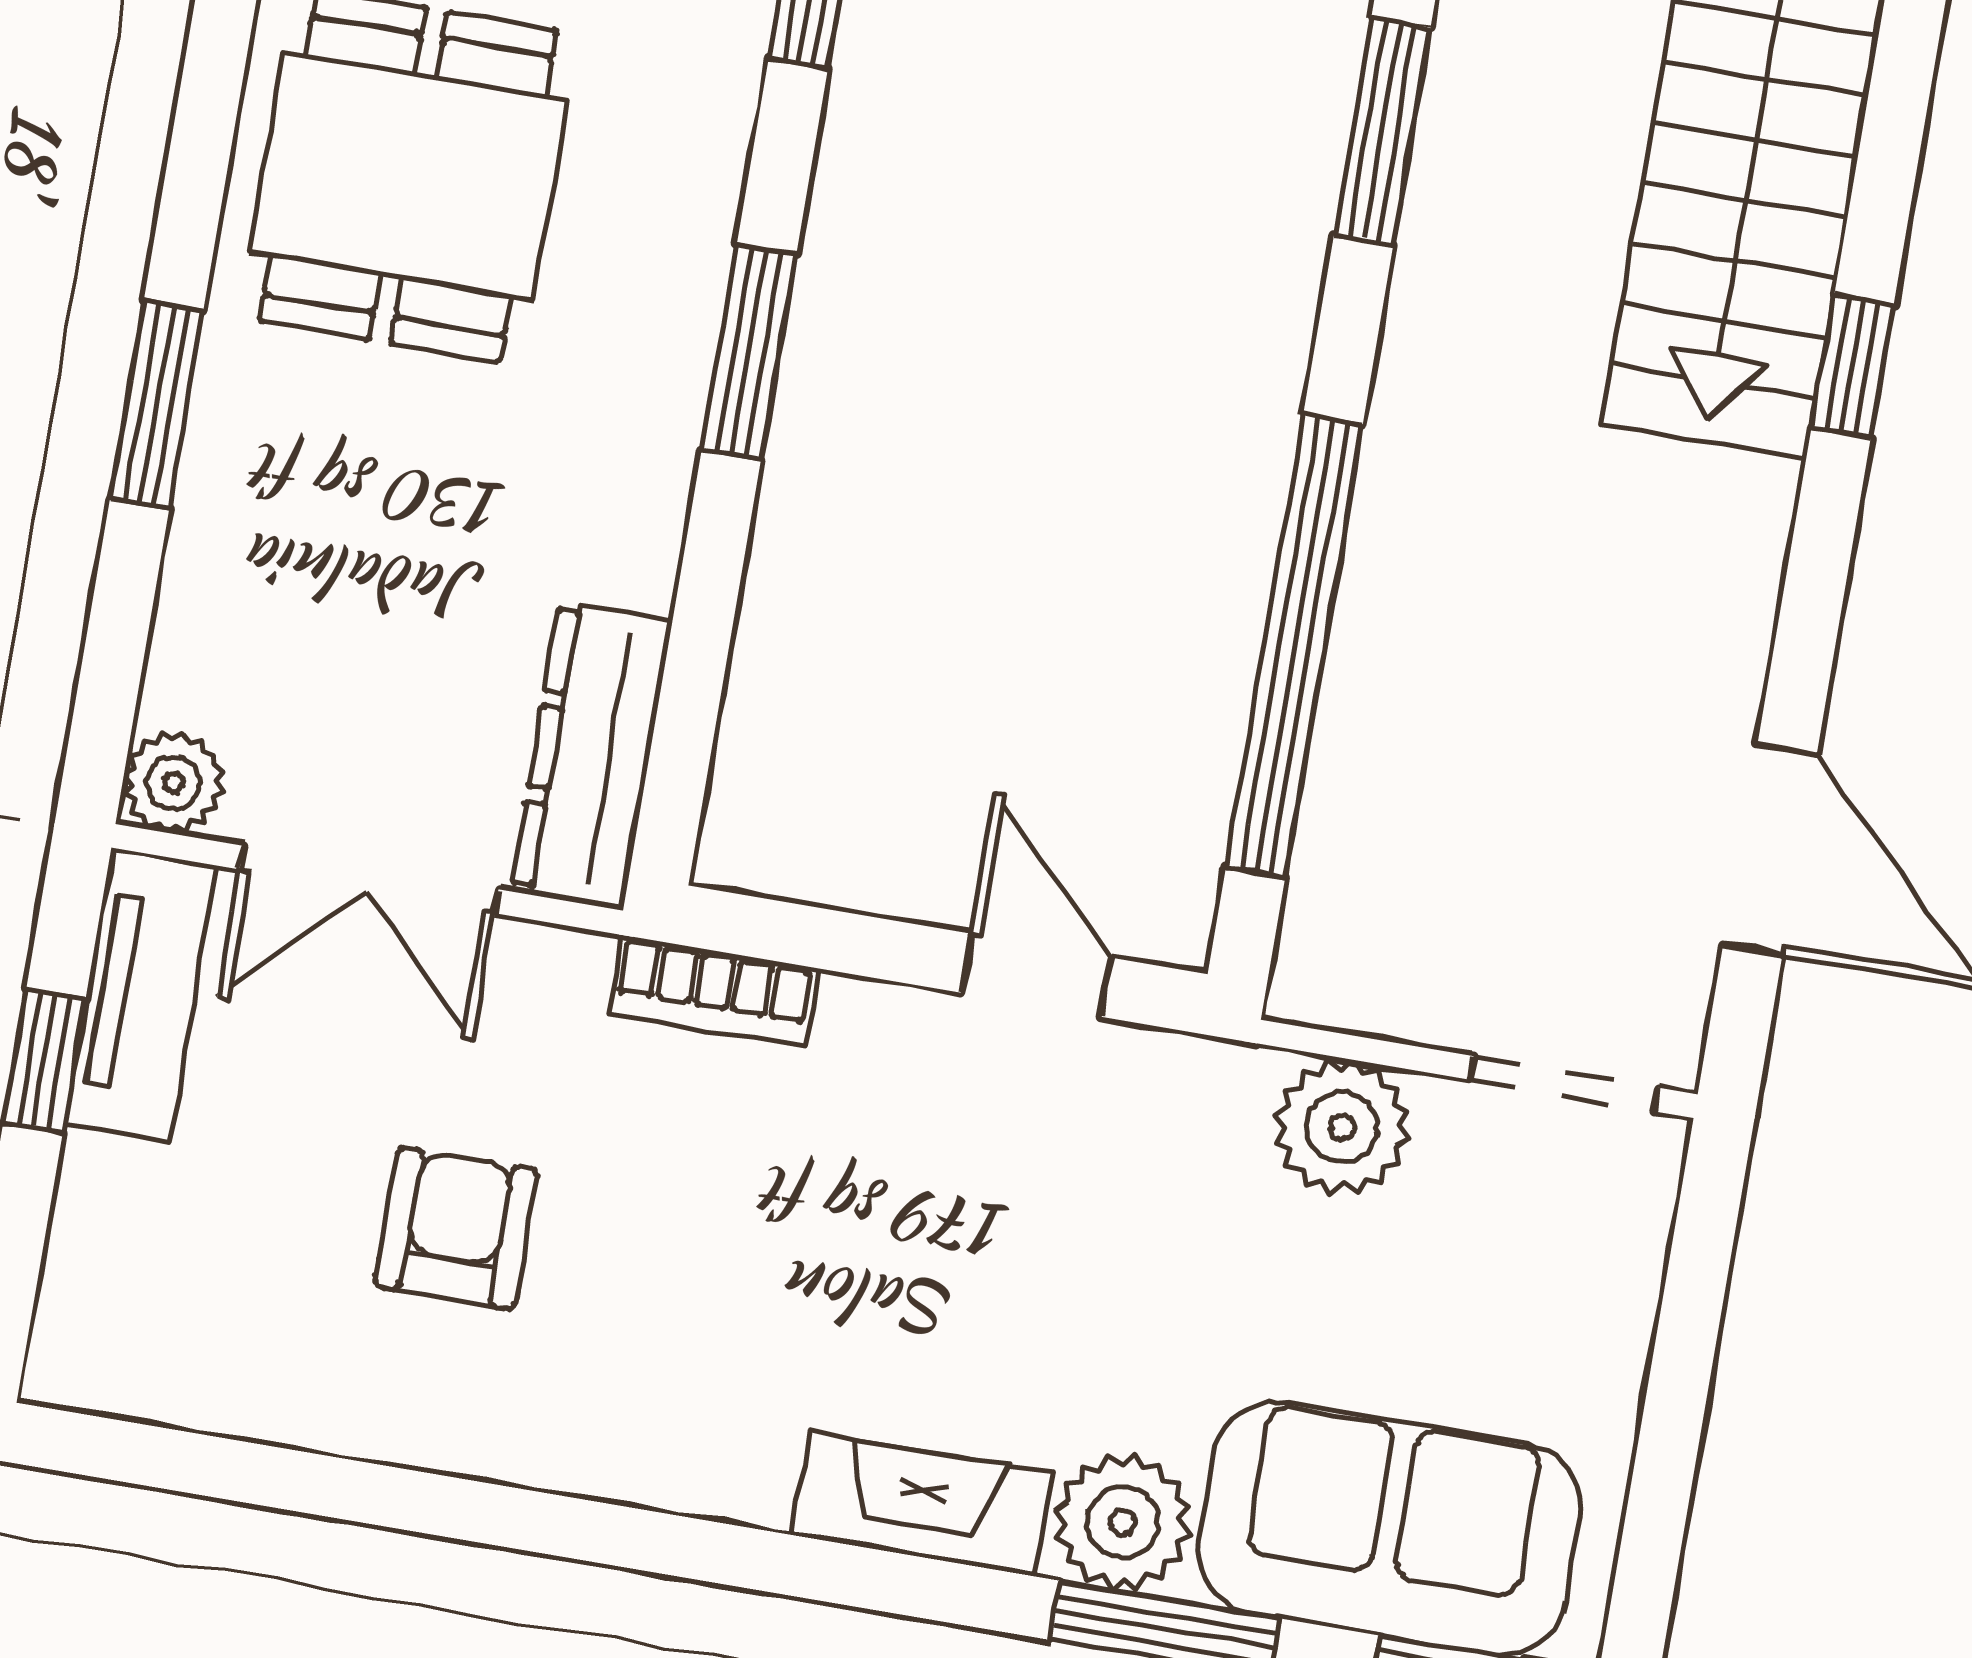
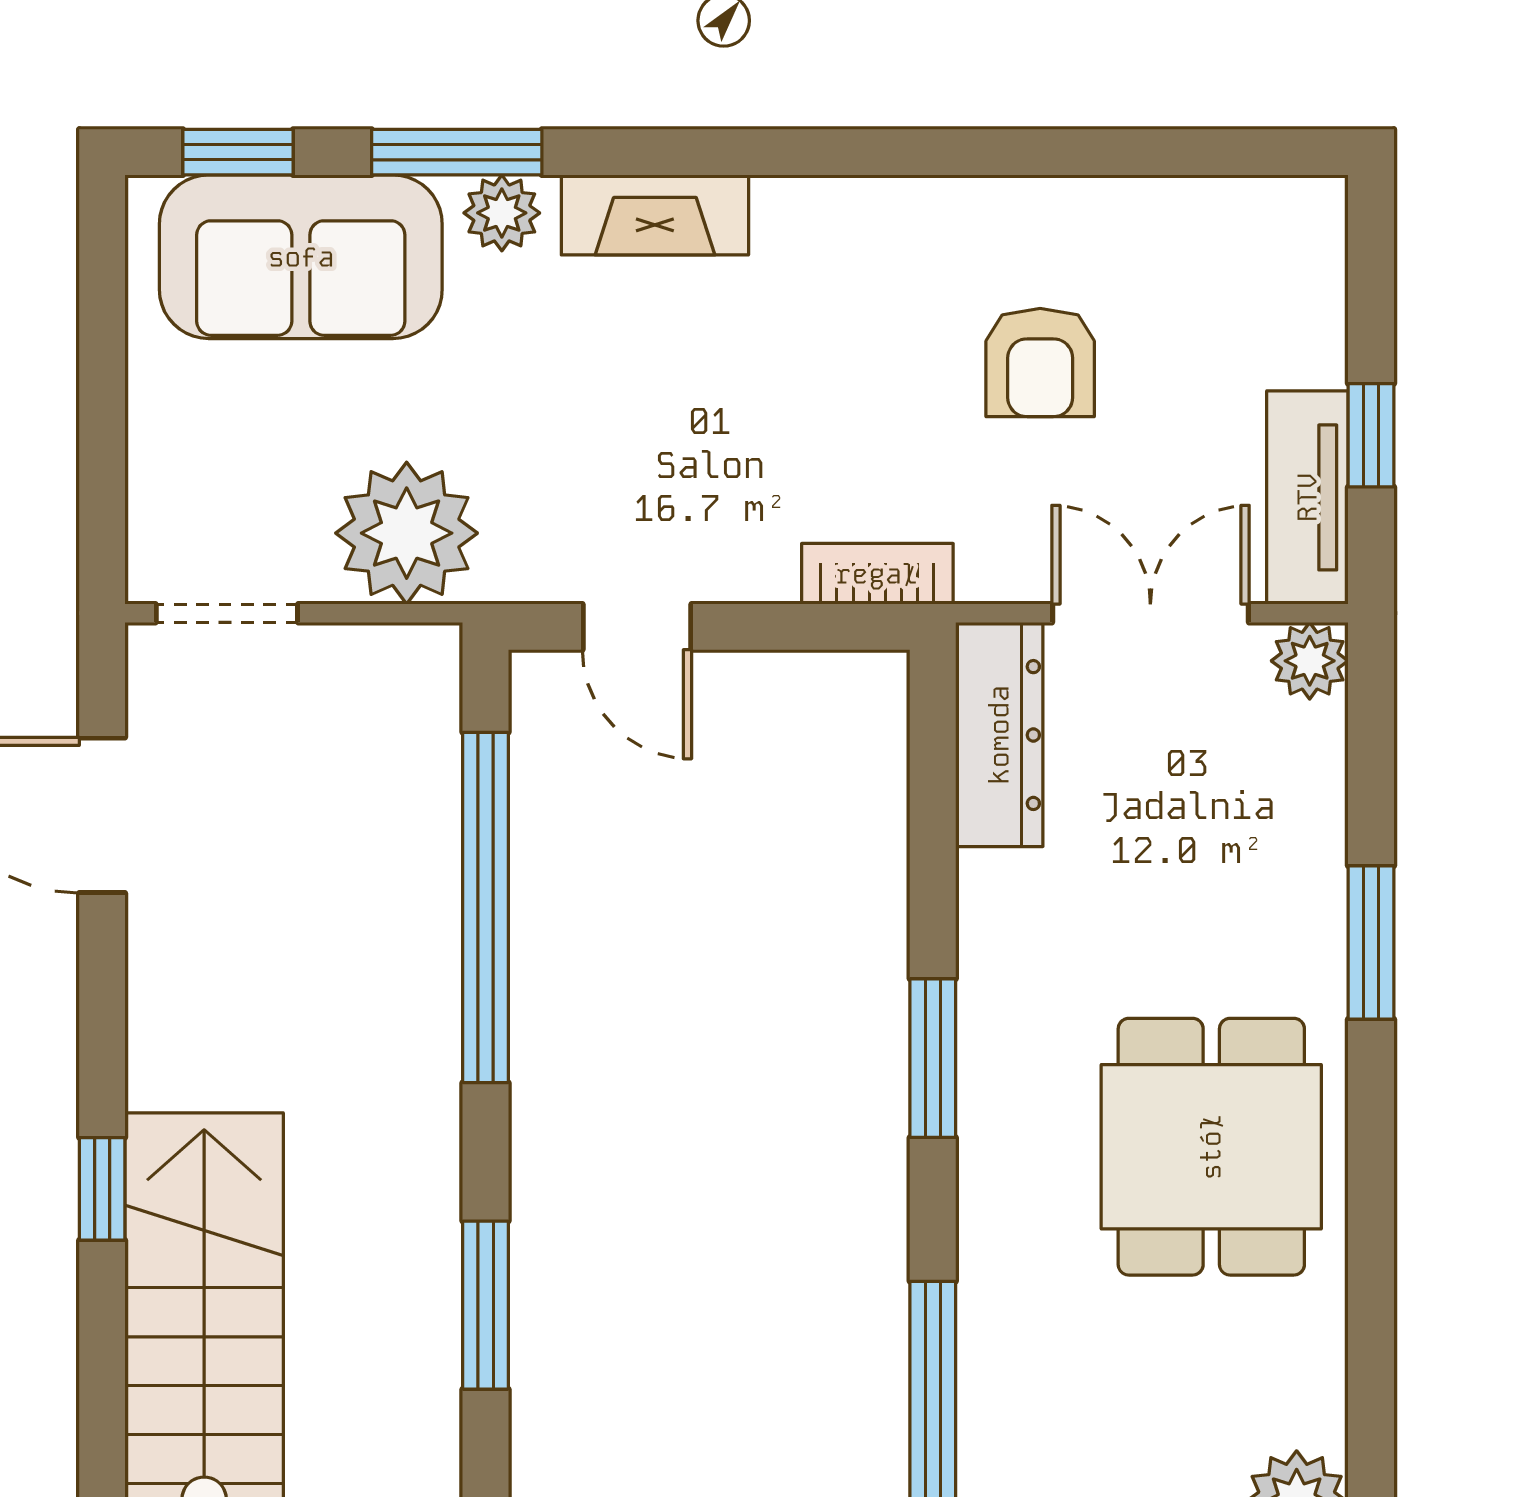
plant: (1342, 1127) -> (407, 533), width x1.36, depth x1.36
plant: (1123, 1522) -> (502, 213), width x0.73, depth x0.73

